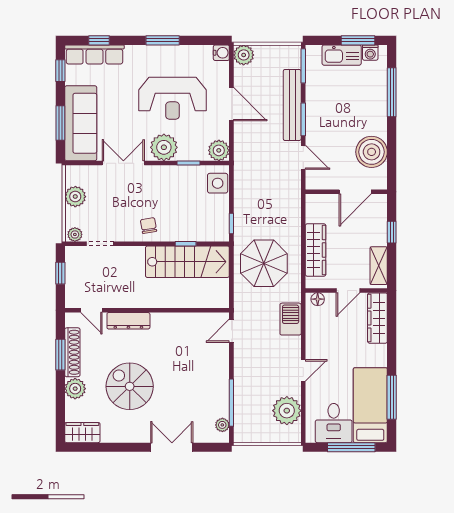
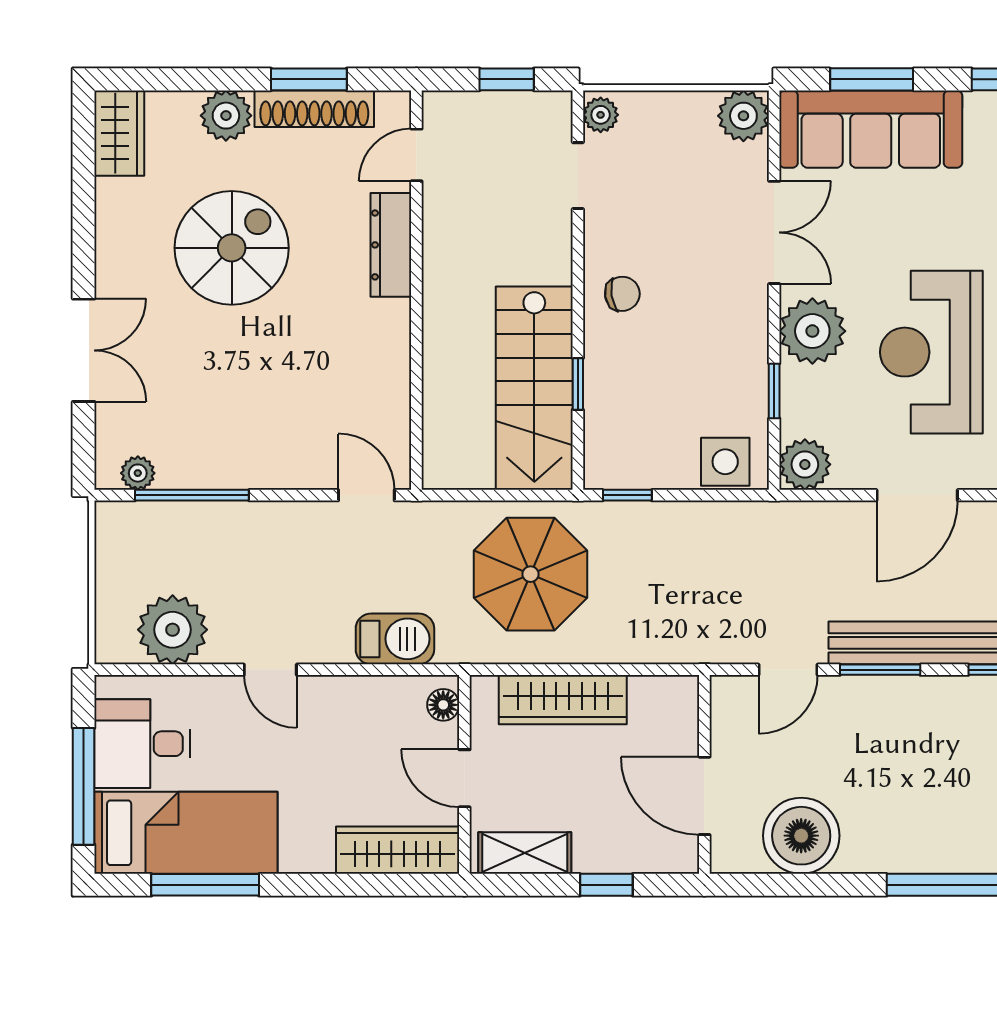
plant: (75, 197) -> (743, 116), moved

